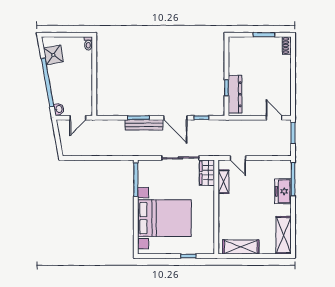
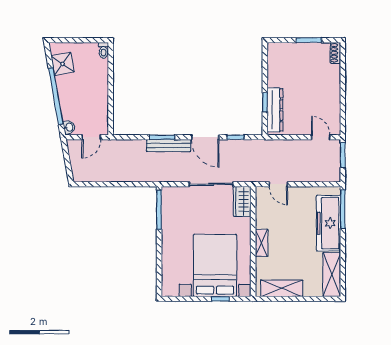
shelving: (224, 182) -> (262, 243), moved
freezer: (283, 191) -> (329, 223), width x1.91, depth x1.26
bed with nightstands: (164, 218) -> (215, 265), moved, turned -90

